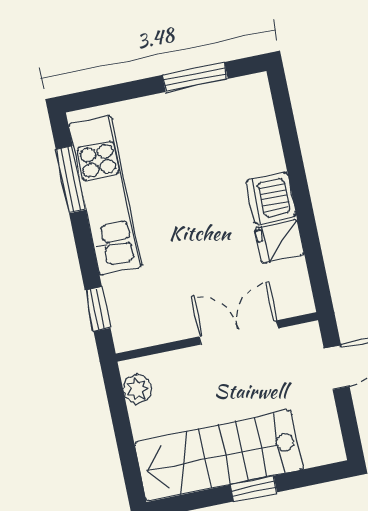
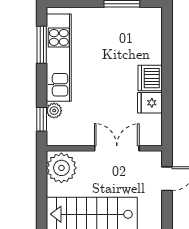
plant: (116, 289) -> (54, 111), added
plant: (137, 389) -> (61, 168), width x1.87, depth x1.87

